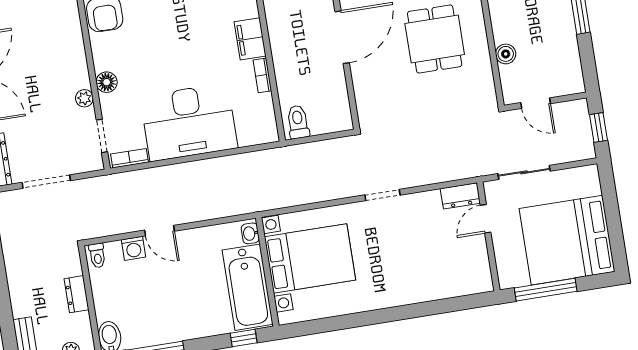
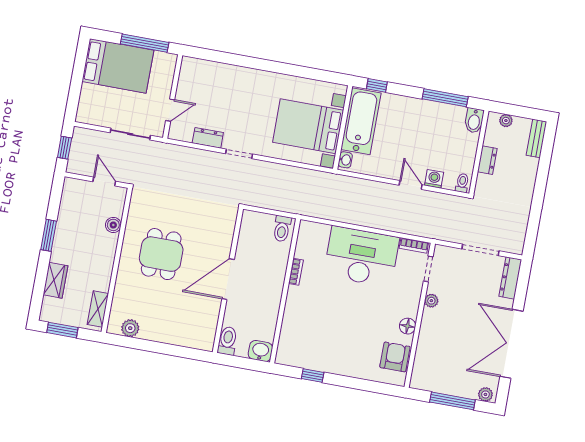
filing cabinet: (250, 39) -> (295, 301), removed
floor lamp: (107, 82) -> (408, 326), moved
dresser: (460, 196) -> (208, 138), moved
bed: (567, 240) -> (118, 66), width x0.73

